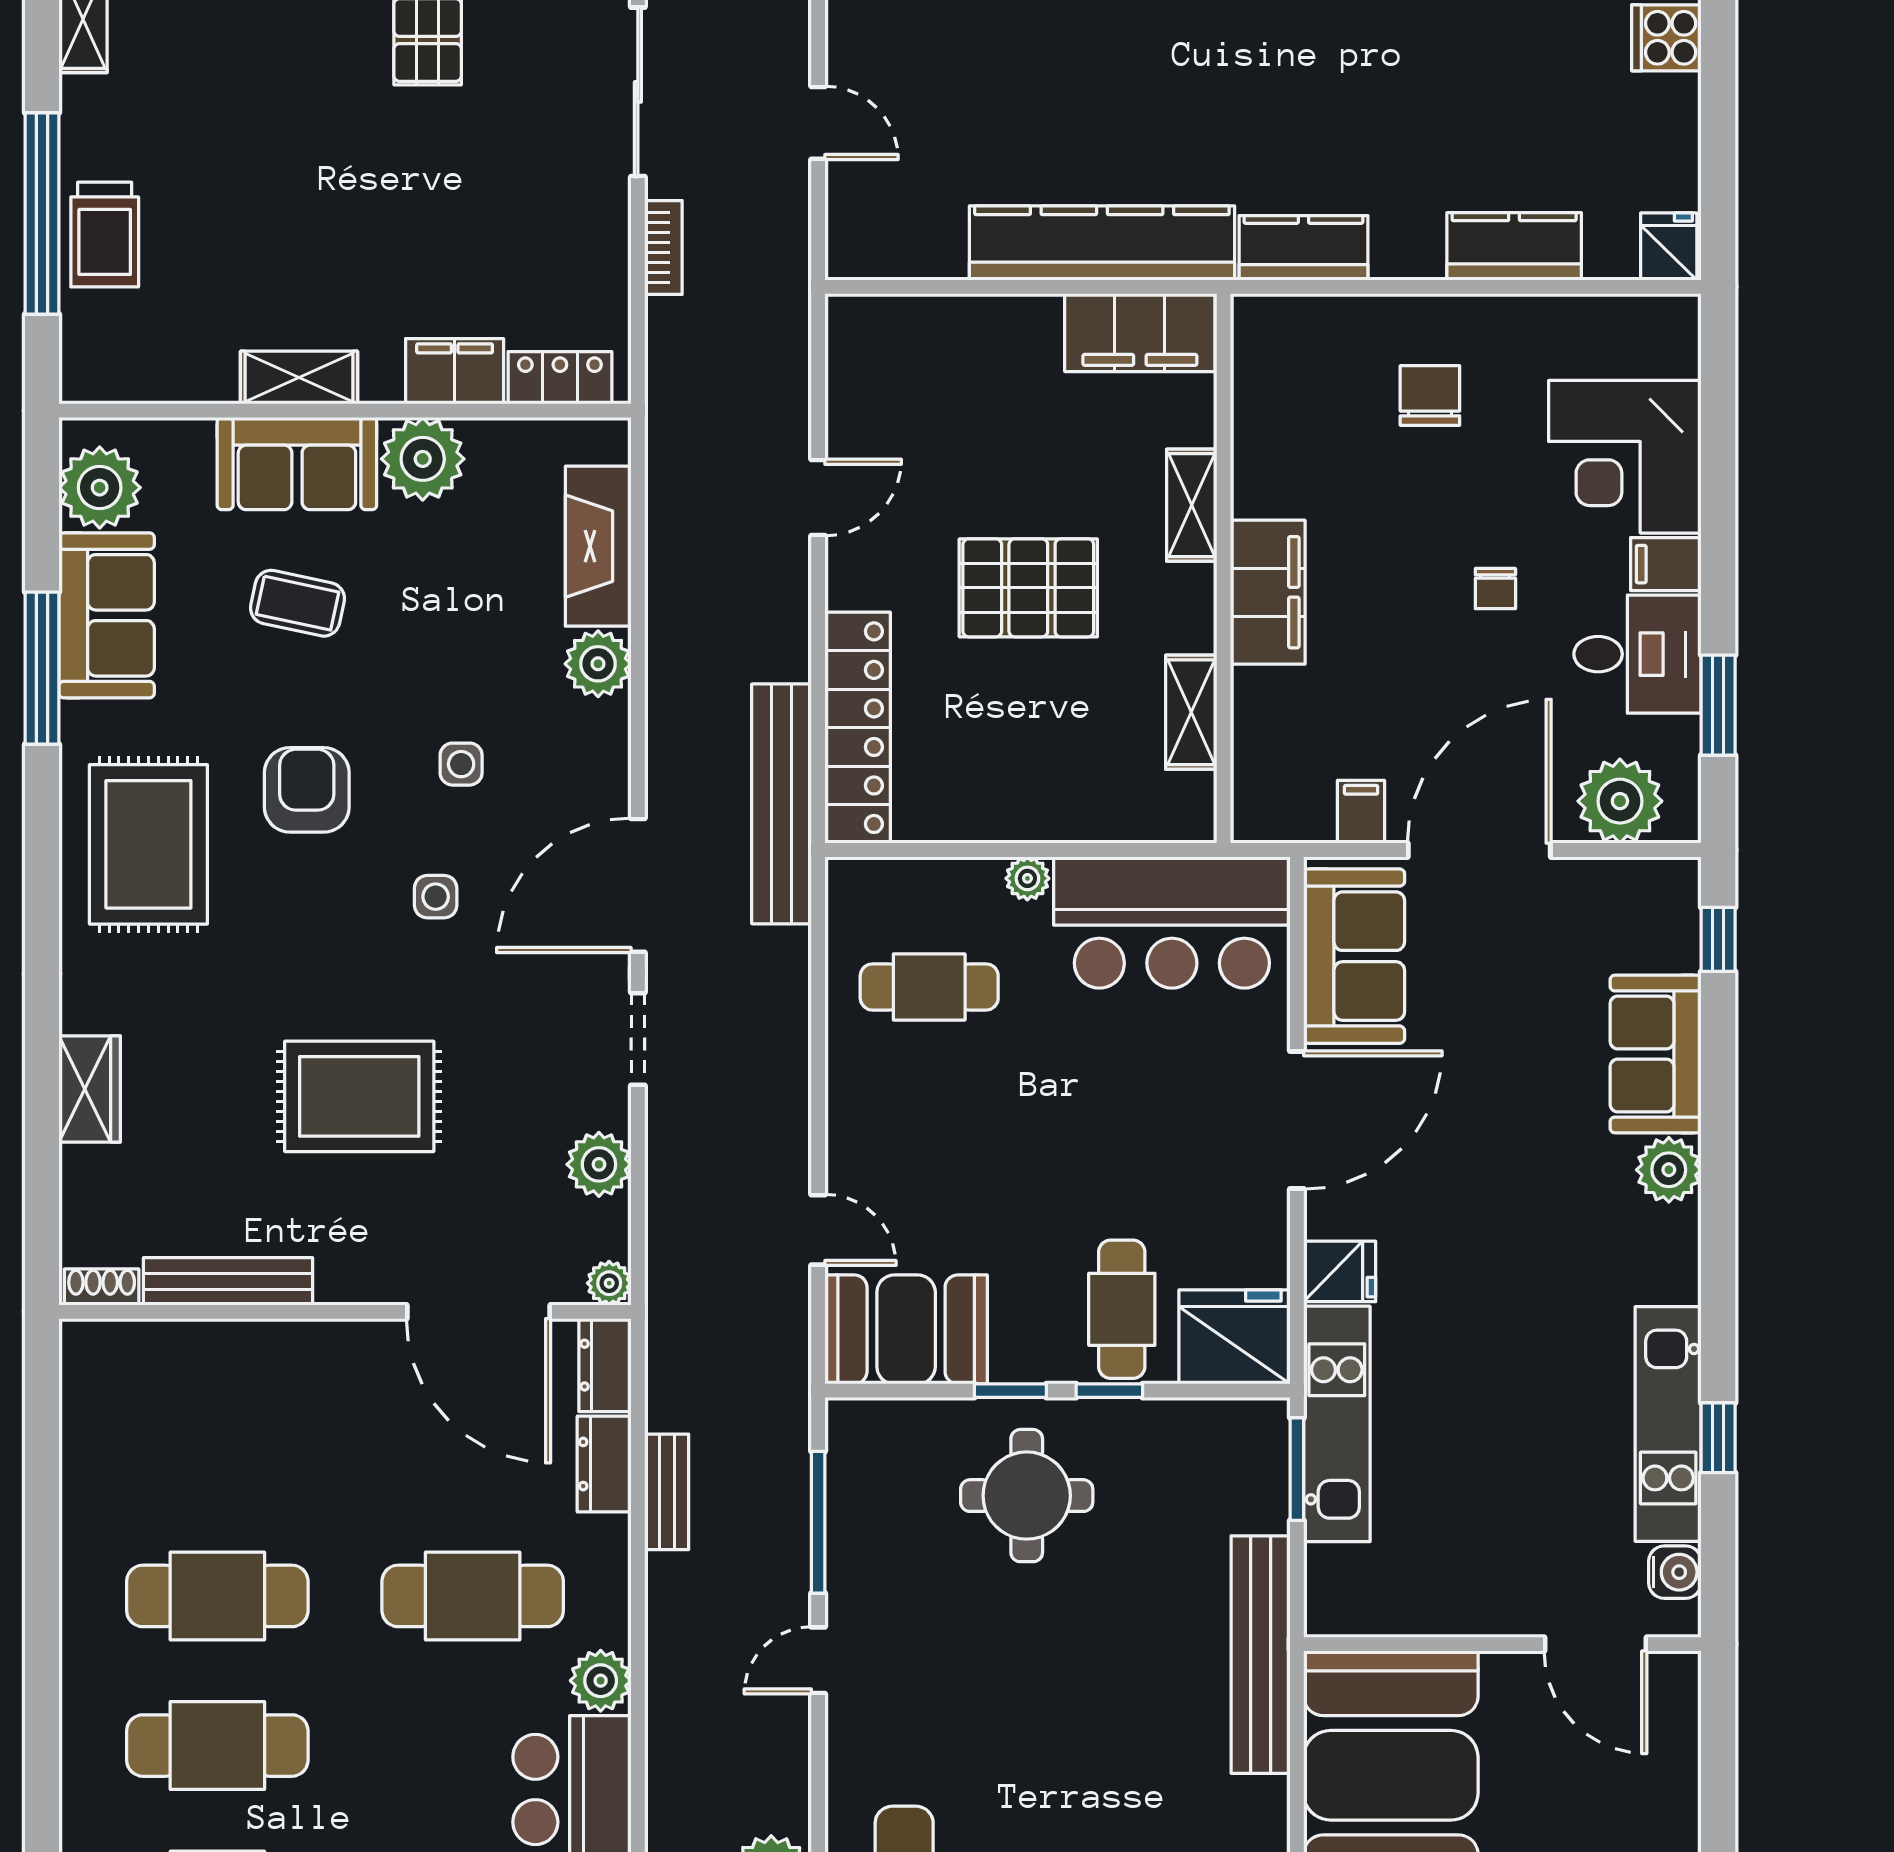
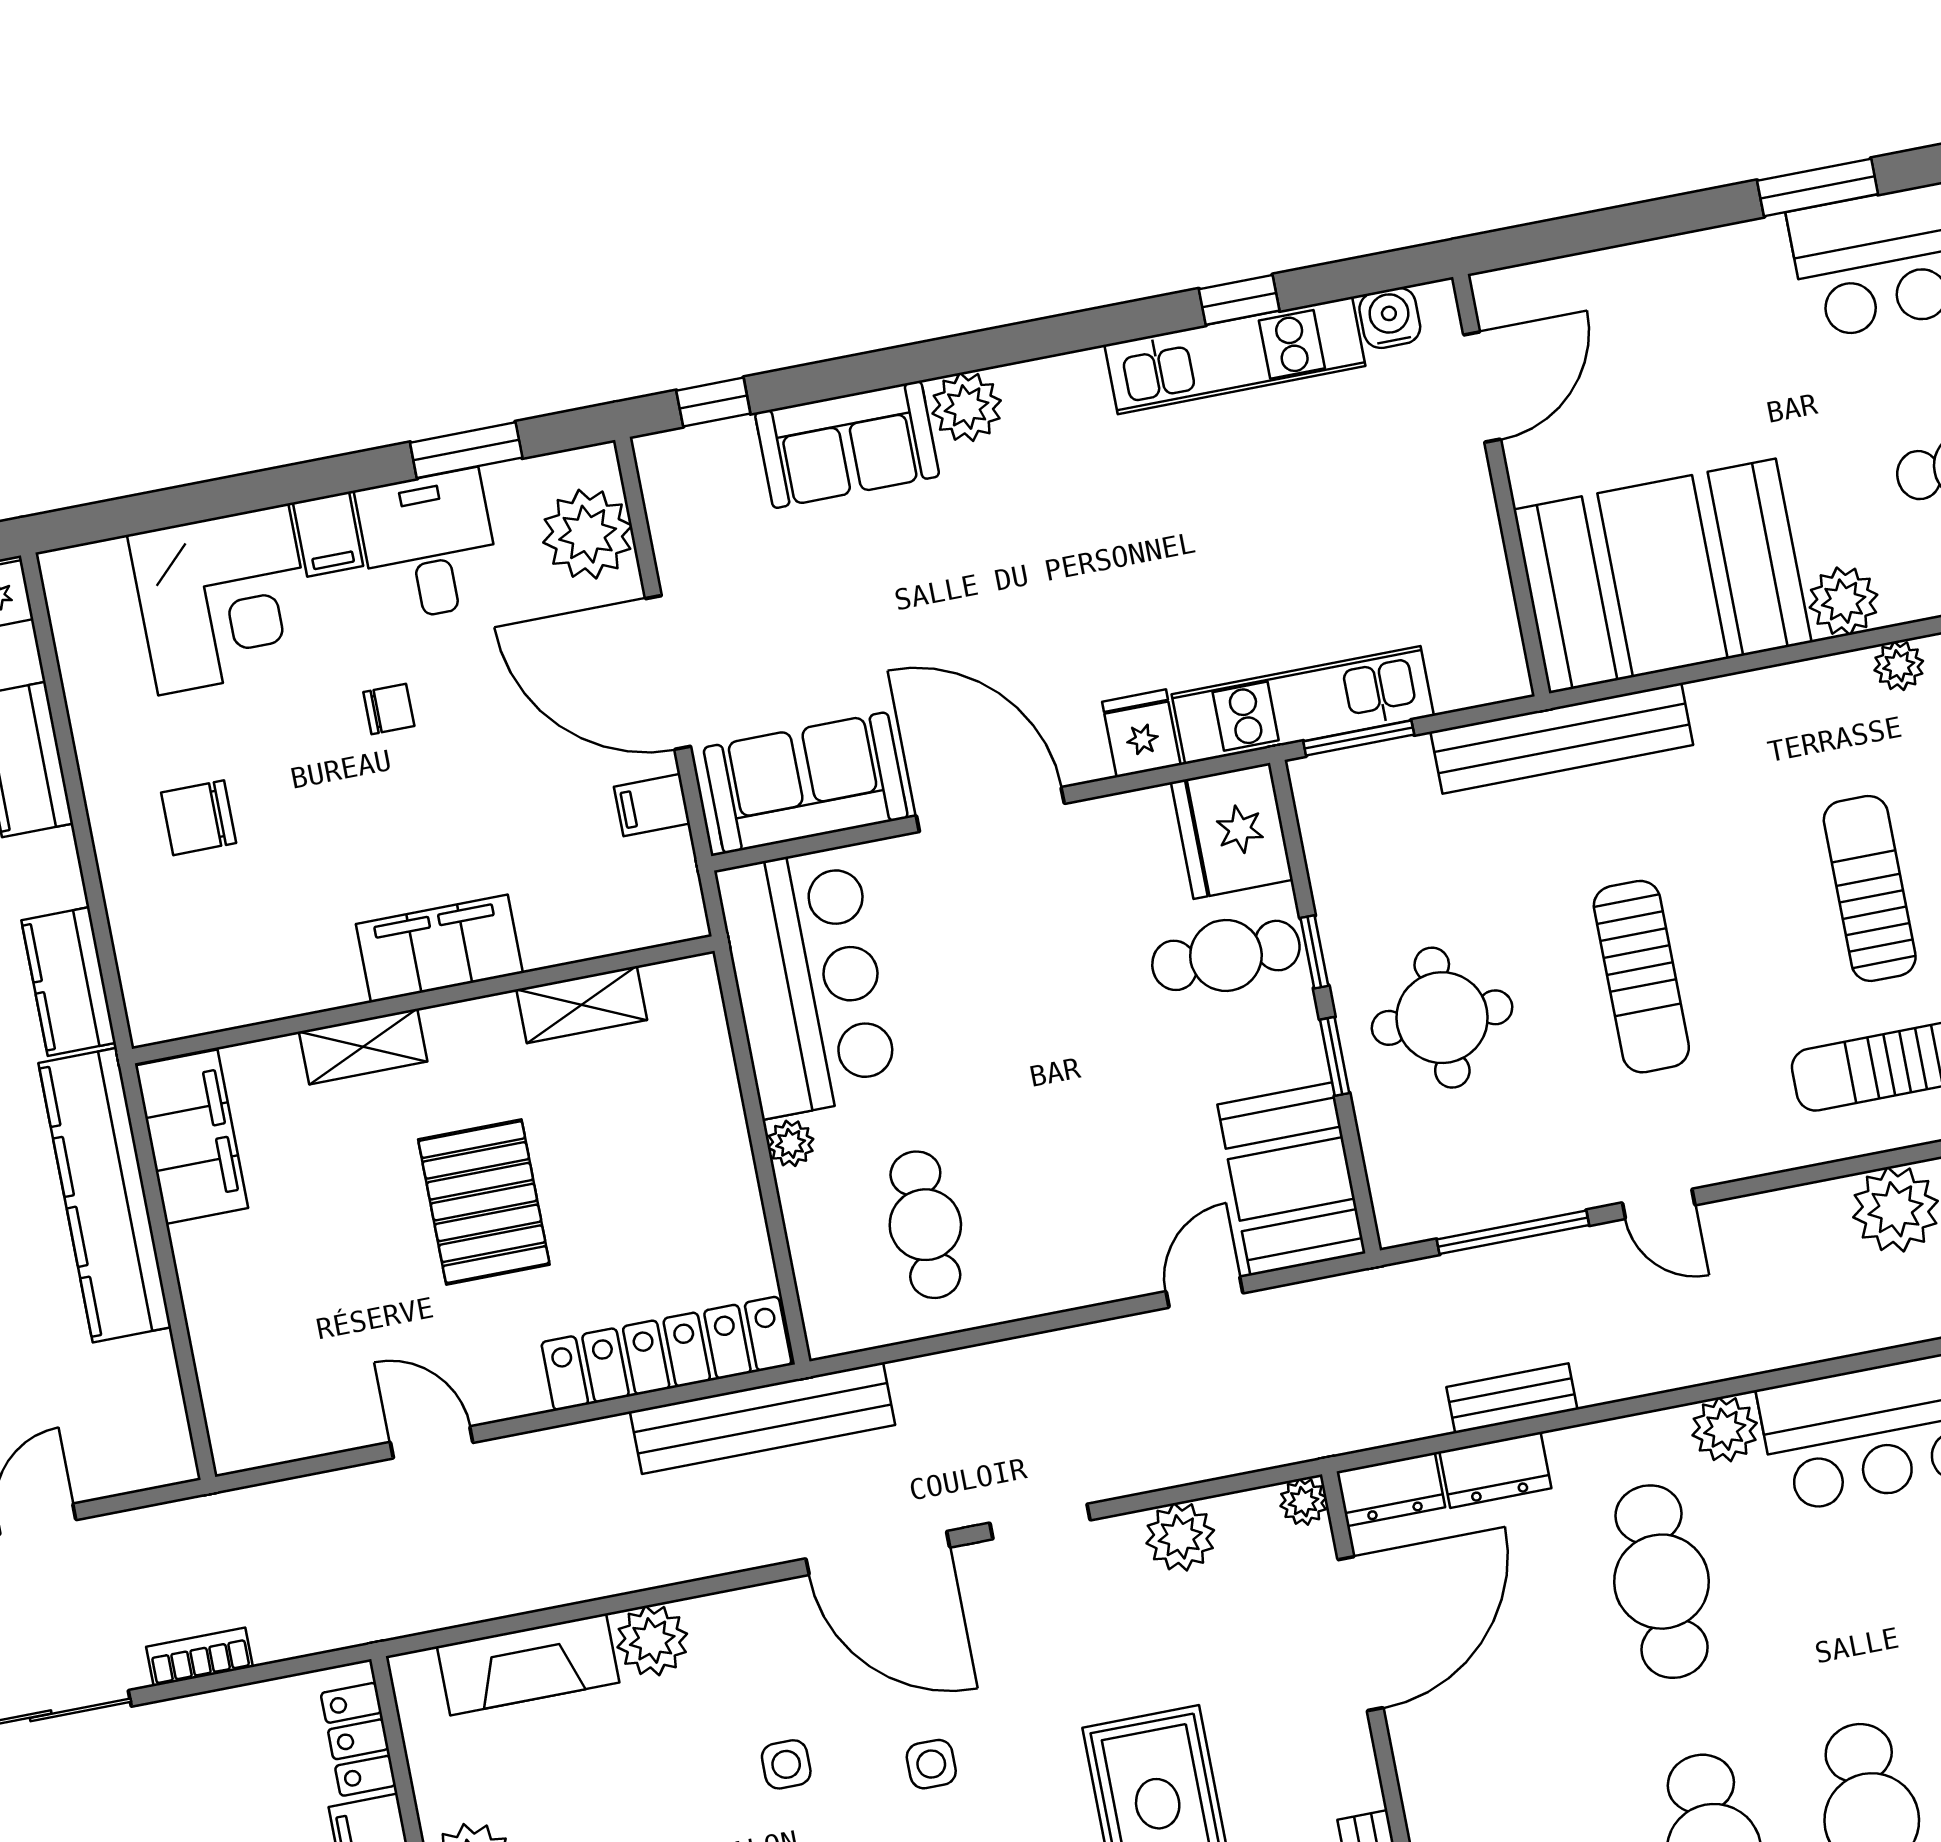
sun lounger: (1029, 1685) -> (1641, 977), added

